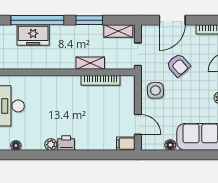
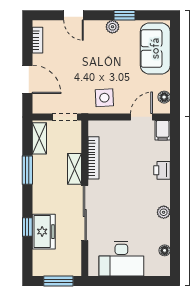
window: (37, 20) -> (27, 227), width x0.32
armchair: (178, 65) -> (77, 73), removed
sliding door: (50, 72) -> (85, 213), added
printer: (66, 143) -> (162, 170), moved
floor lamp: (170, 145) -> (164, 97), moved

